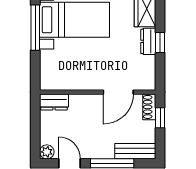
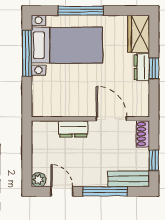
door: (118, 92) -> (111, 119), swing flipped
dresser: (54, 102) -> (73, 129), moved
window: (160, 118) -> (154, 160), moved

